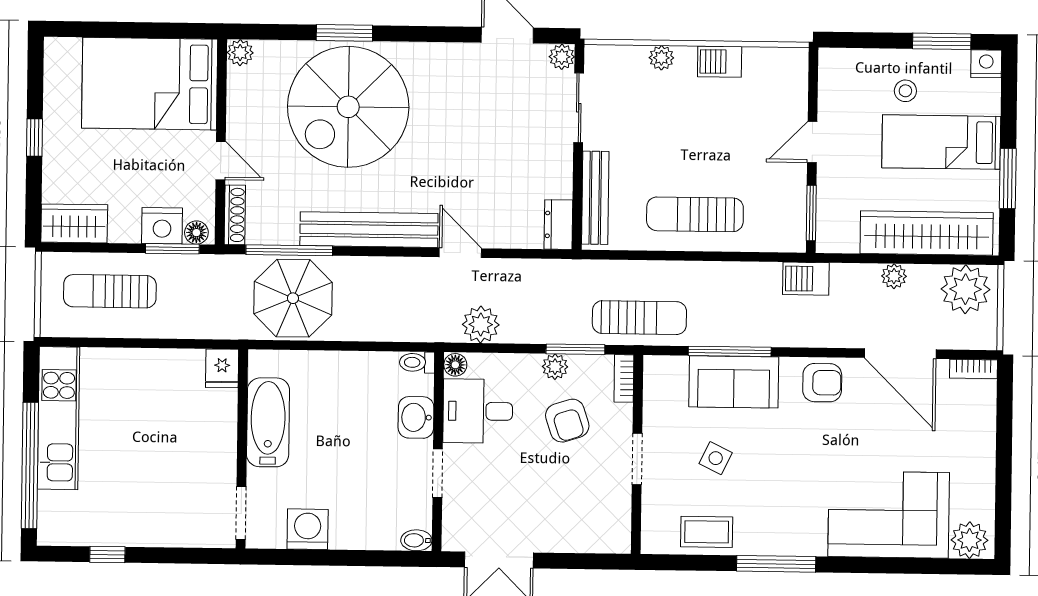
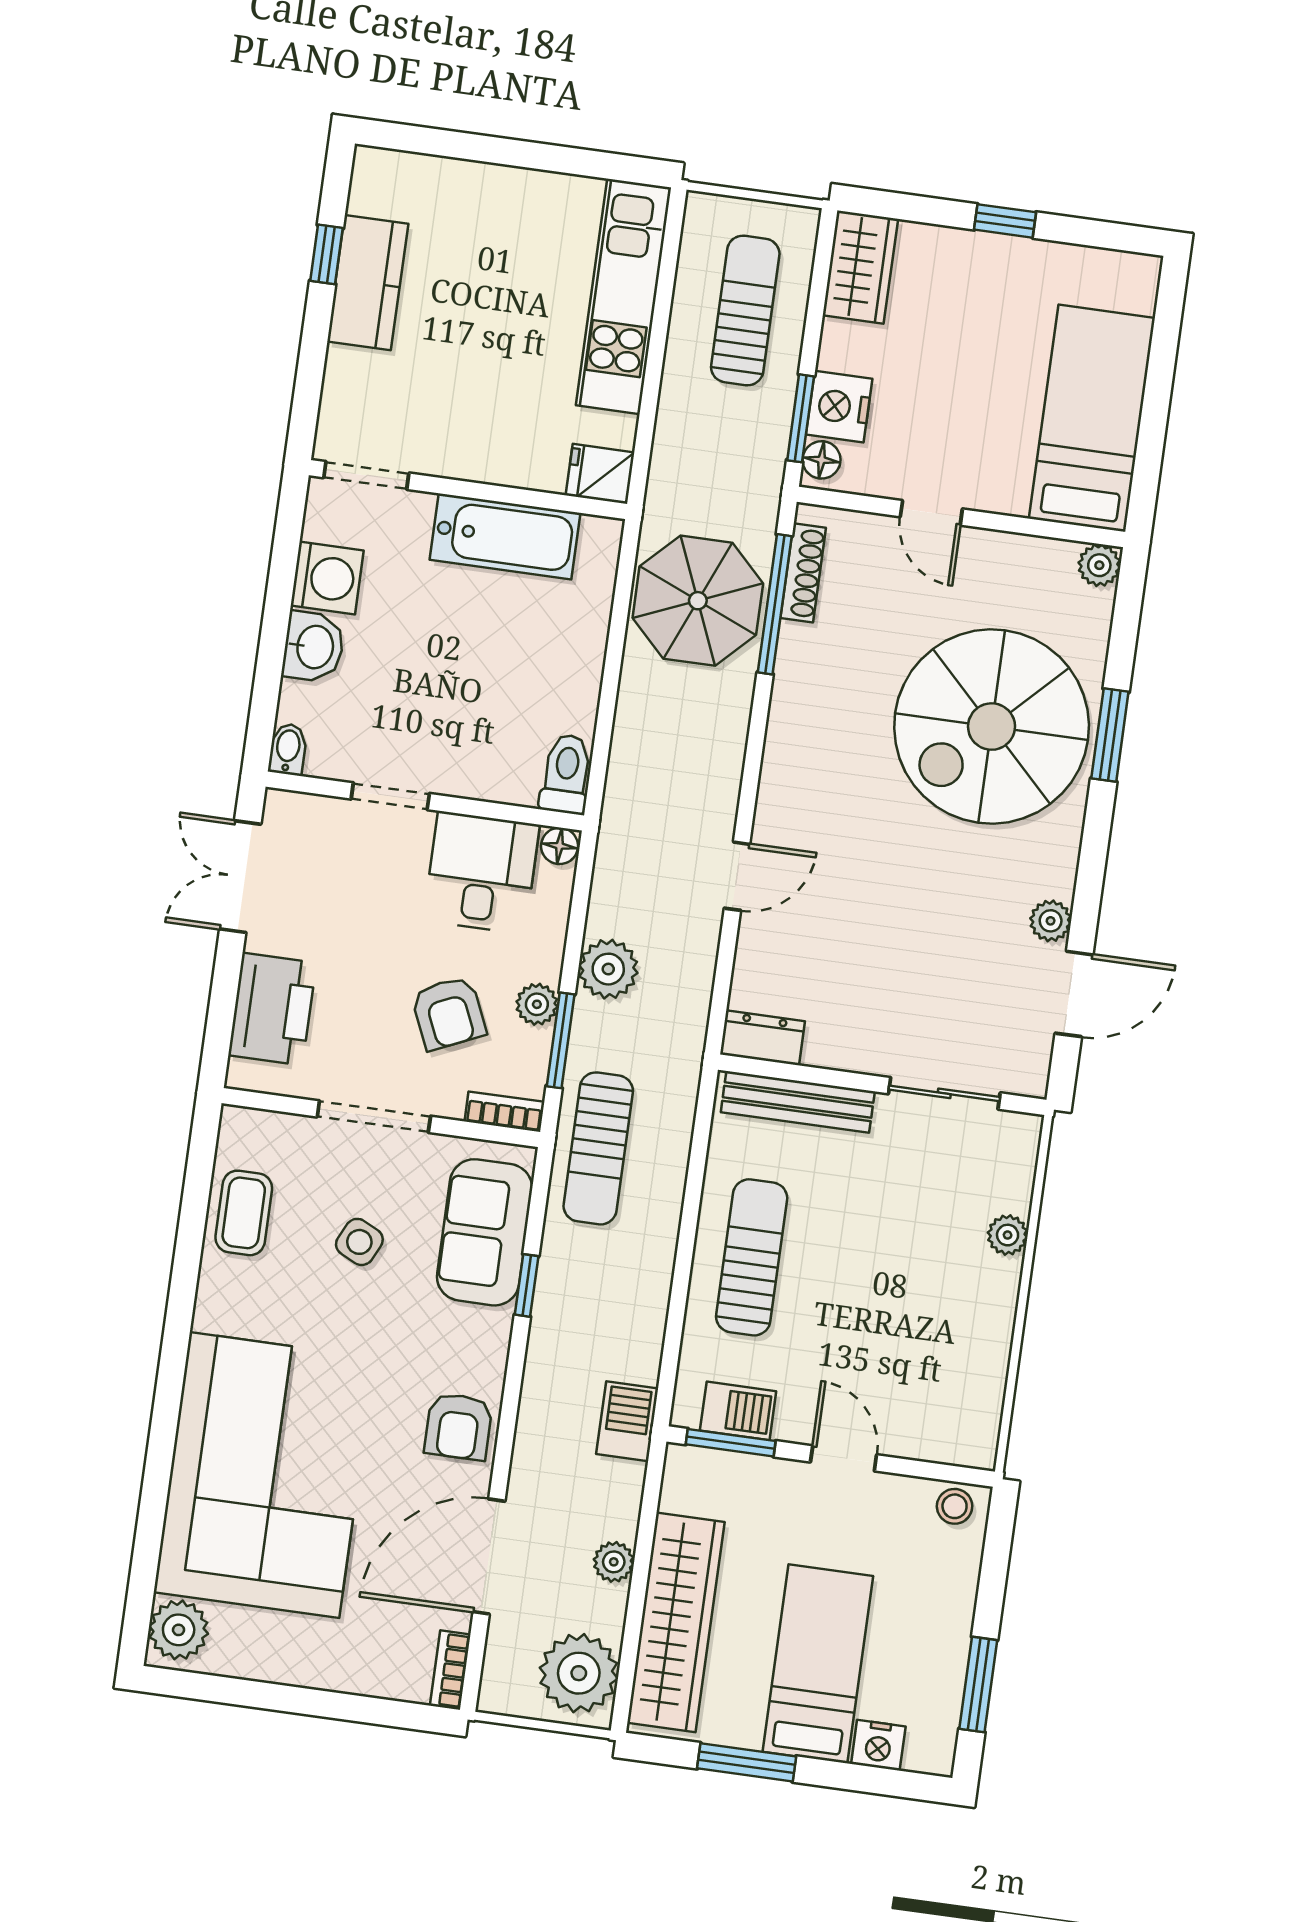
plant: (562, 57) -> (1051, 921), moved
barbecue: (720, 62) -> (738, 1411), moved, turned 90
nightstand: (986, 64) -> (878, 1745), moved, turned 90
bed: (150, 84) -> (1092, 418), width x0.67
stool: (905, 91) -> (955, 1506), moved
spiral stairs: (348, 107) -> (992, 727), turned -90
door: (221, 161) -> (931, 513), hinge flipped
shoe rack: (235, 215) -> (803, 573), moved, turned -90
bench: (369, 230) -> (792, 735), removed
plant: (481, 325) -> (608, 969), moved
window: (730, 351) -> (527, 1285), width x0.46
toilet: (417, 362) -> (566, 774), width x1.37, depth x1.39
sofa: (734, 382) -> (485, 1232), moved
washbasin: (416, 417) -> (313, 647), moved, turned 90
kitchen unit: (59, 418) -> (624, 296), moved, turned 90
armchair: (567, 421) -> (449, 1013), turned -96
doorway: (637, 459) -> (374, 1117), width x1.38
window: (30, 465) -> (484, 149), removed
corner sofa: (889, 515) -> (264, 1475), width x1.36, depth x1.36
kitchen counter: (122, 527) -> (368, 283), added
printer: (578, 530) -> (272, 1009), added
window: (776, 564) -> (179, 1317), removed

